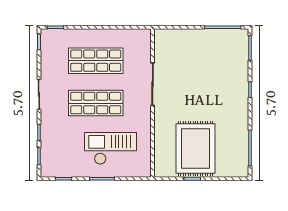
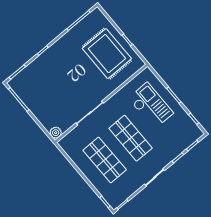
plant: (161, 36) -> (56, 133), added
checkout: (111, 148) -> (151, 106), turned 180
rug: (196, 149) -> (107, 54), turned 90

